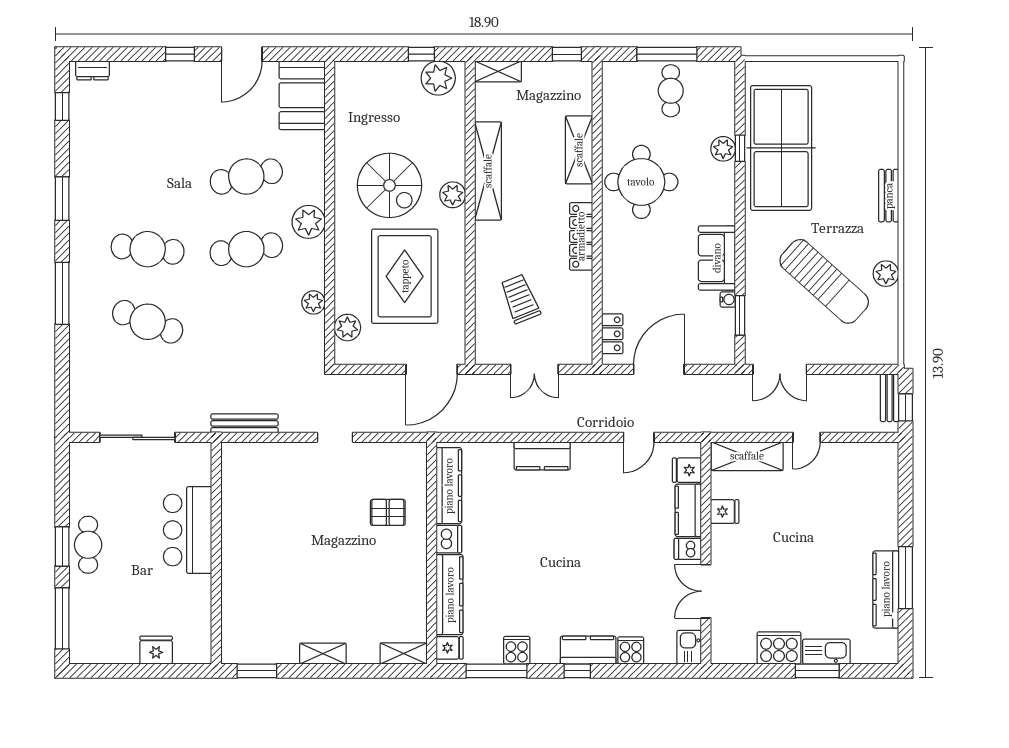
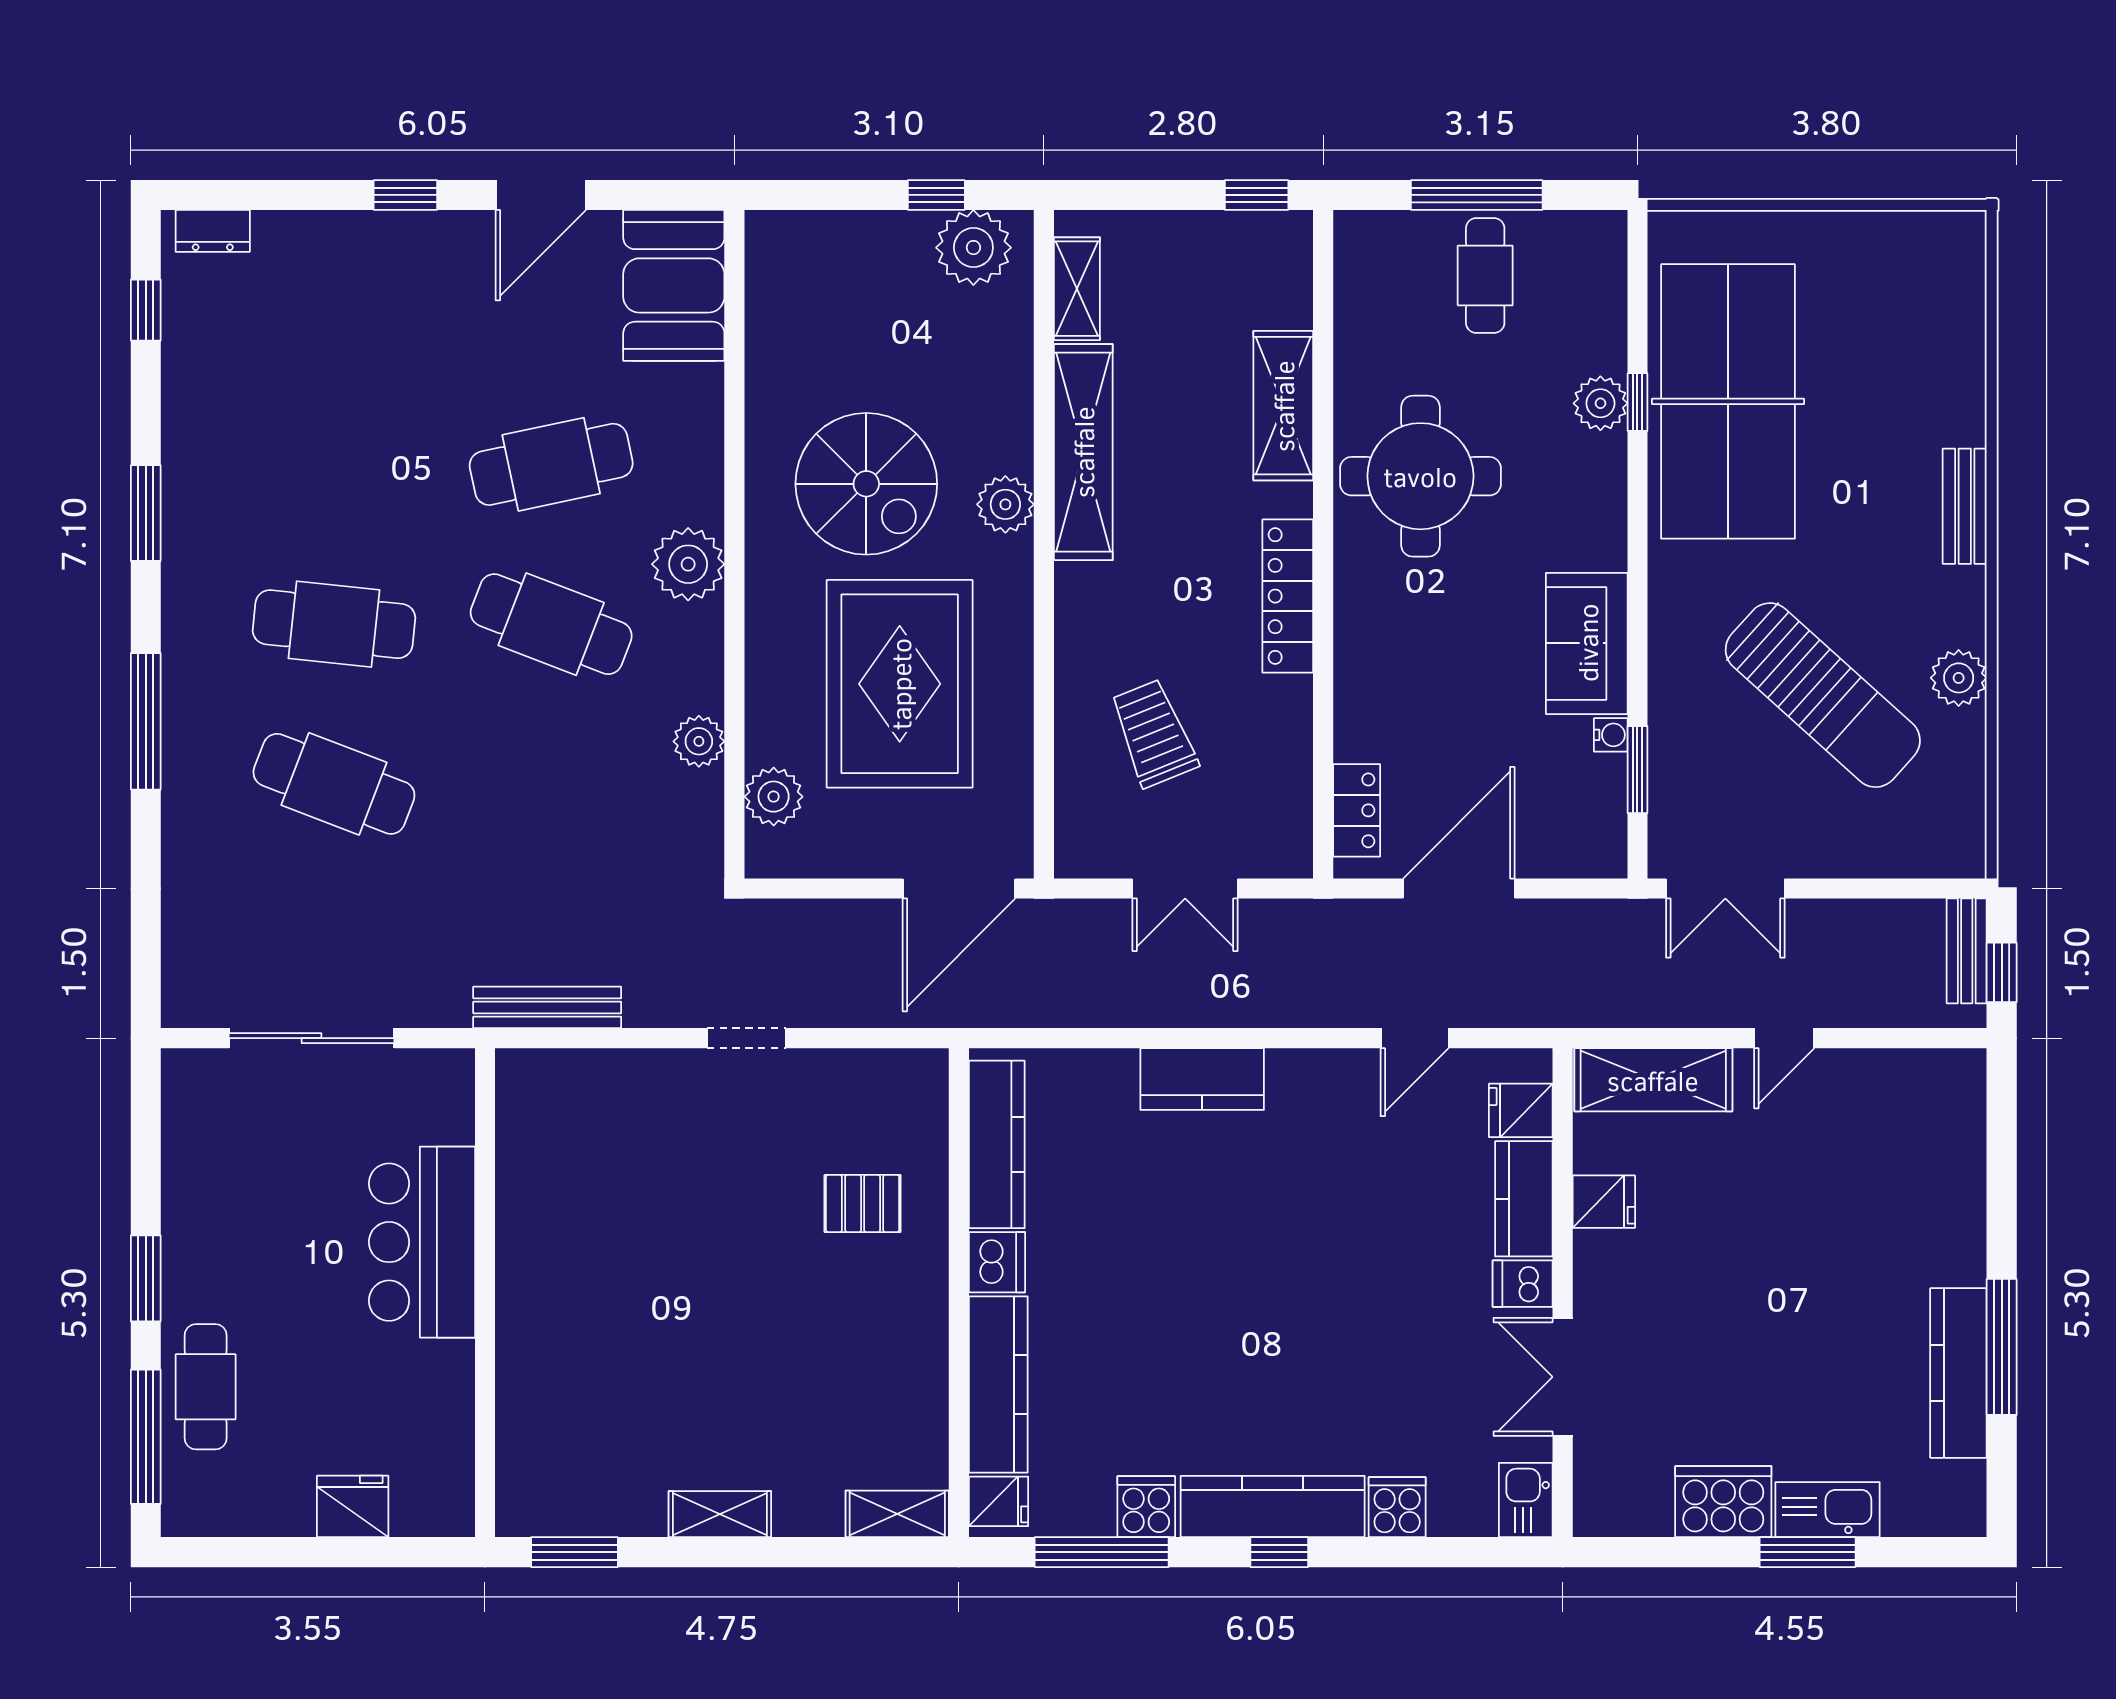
shelving: (498, 71) -> (1077, 289), moved, turned 90
cafe table: (246, 249) -> (551, 624), turned 30
cafe table: (88, 545) -> (206, 1387), moved
kitchen counter: (588, 650) -> (1273, 1506), width x1.50

